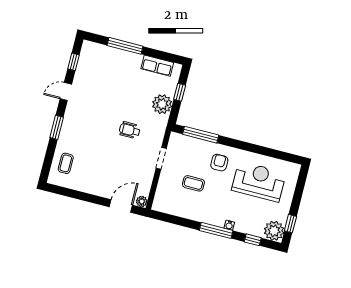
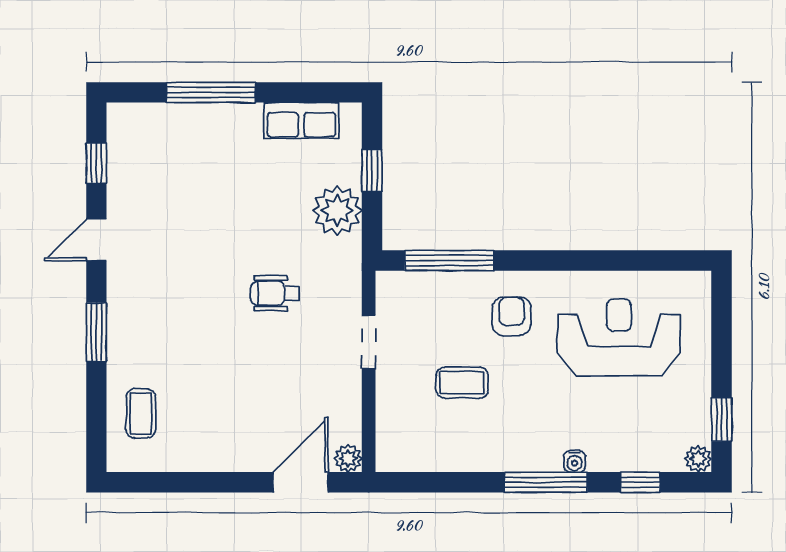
plant: (274, 231) -> (698, 459), width x0.53, depth x0.53

